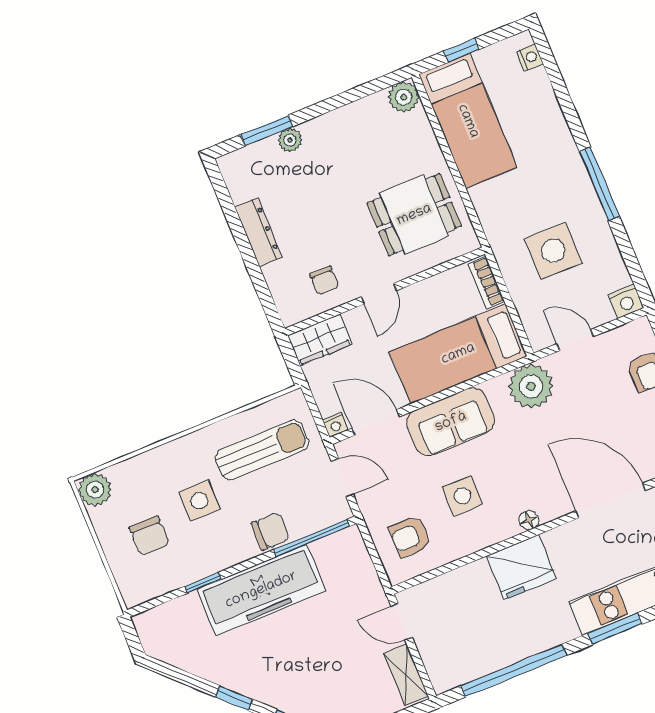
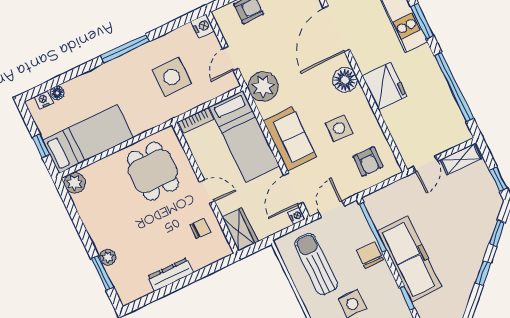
floor lamp: (539, 79) -> (57, 93), added
floor lamp: (529, 520) -> (345, 80), width x1.89, depth x1.89

